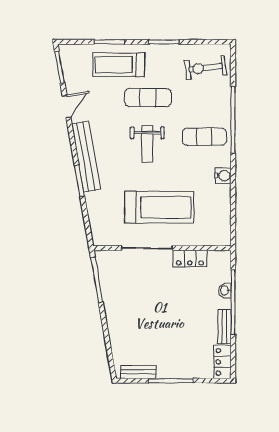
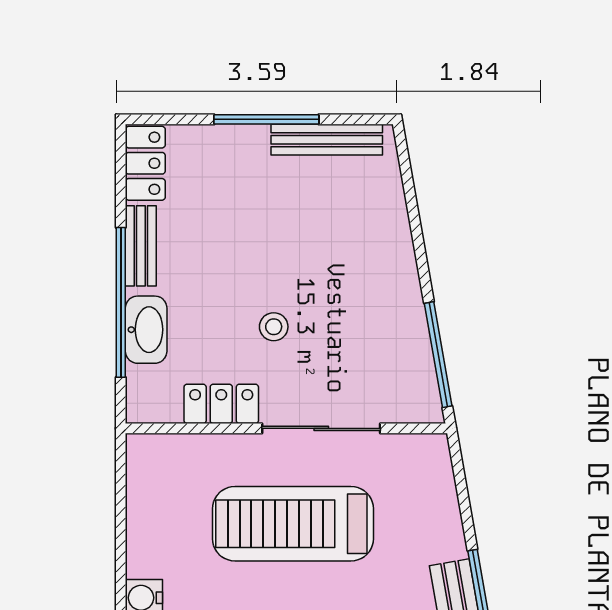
washbasin: (225, 291) -> (146, 330), width x1.91, depth x1.45
stool: (167, 292) -> (274, 327), added
bench: (138, 372) -> (327, 140), width x1.36

